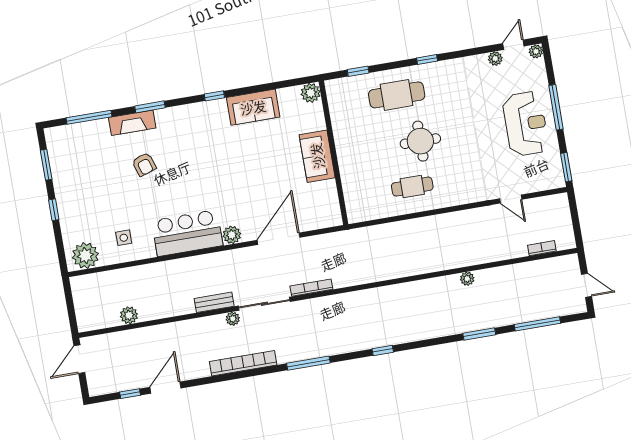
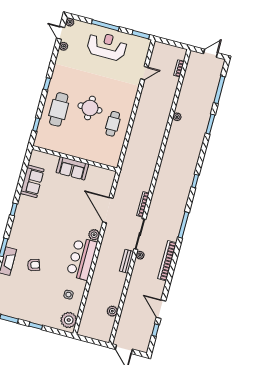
plant: (311, 93) -> (36, 156), removed
sofa: (253, 107) -> (32, 181), moved

